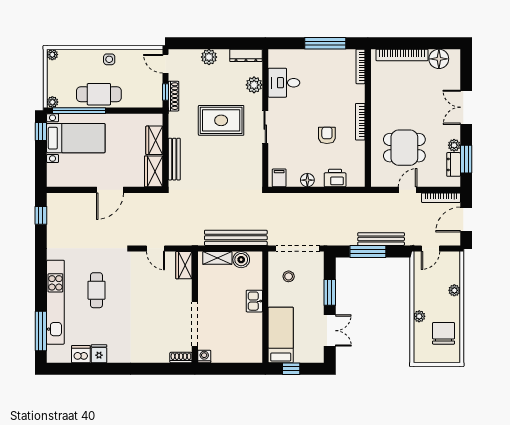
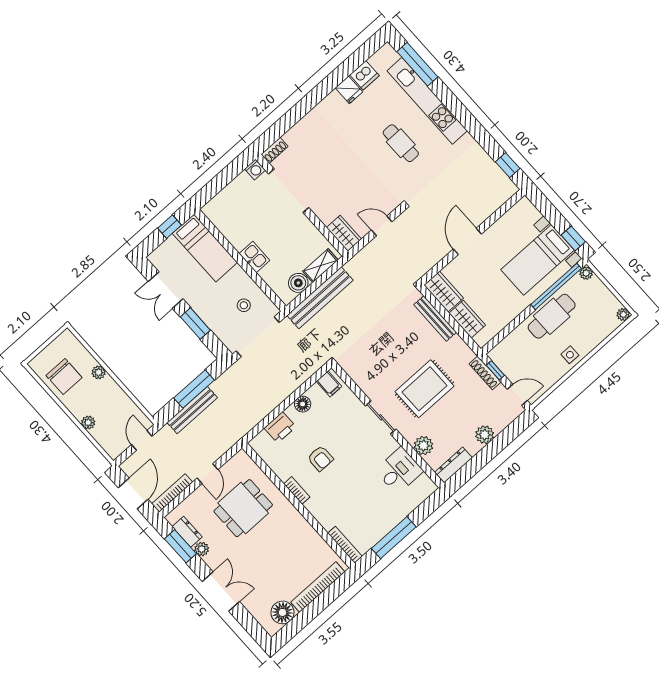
bookcase: (360, 122) -> (297, 490), width x0.64

